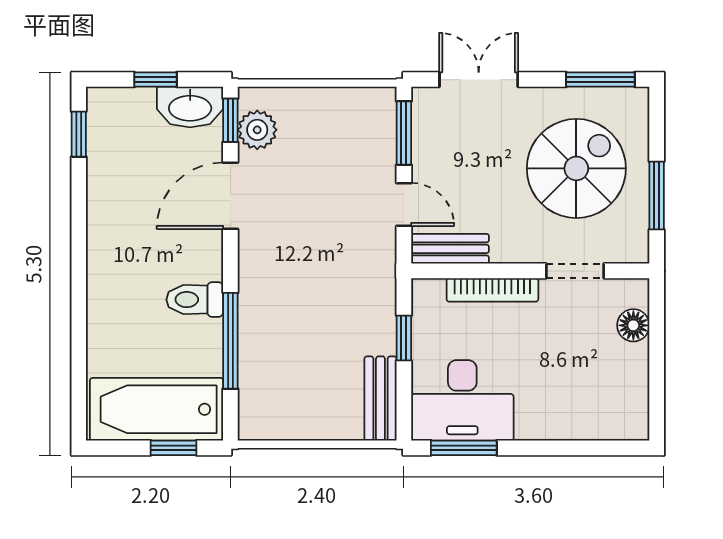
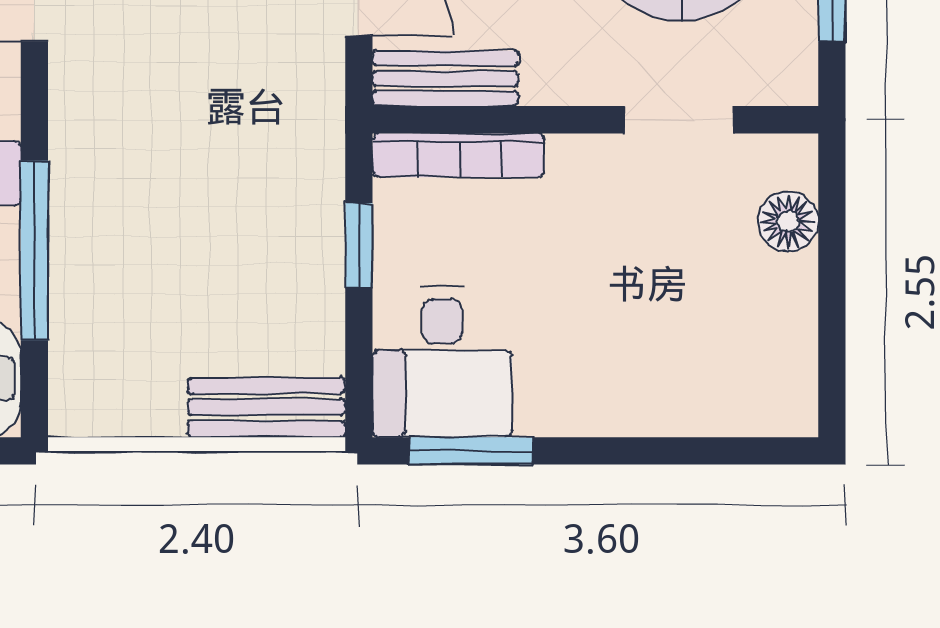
bookcase: (492, 290) -> (459, 155), moved
bench: (380, 399) -> (266, 407), moved, turned 90
desk: (462, 400) -> (442, 362), width x0.73

